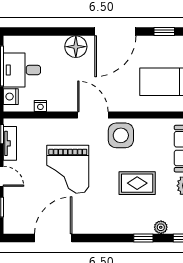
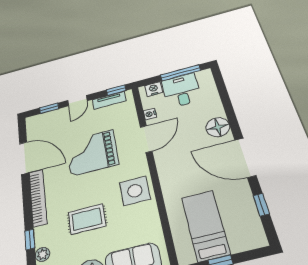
door: (93, 115) -> (146, 139), moved
rug: (137, 183) -> (87, 219), turned 90
bookcase: (102, 227) -> (38, 198), added

